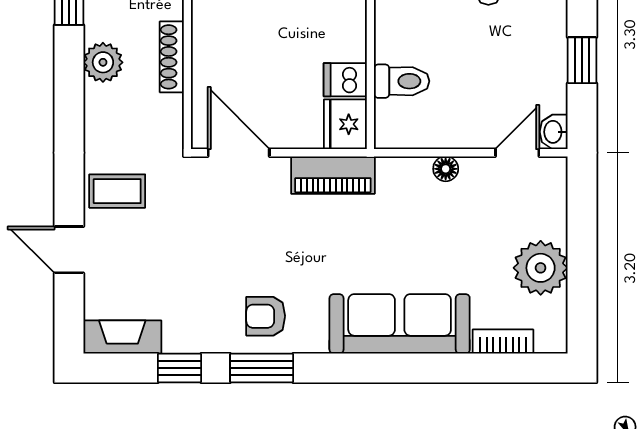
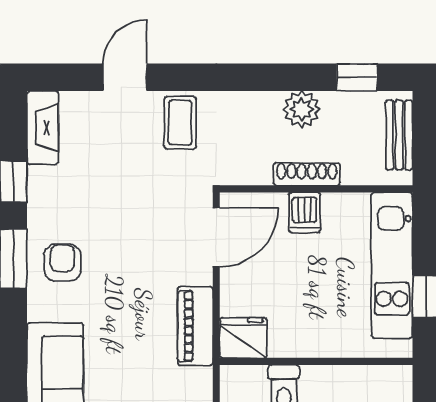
dishwasher: (345, 80) -> (305, 213), moved, turned 180

